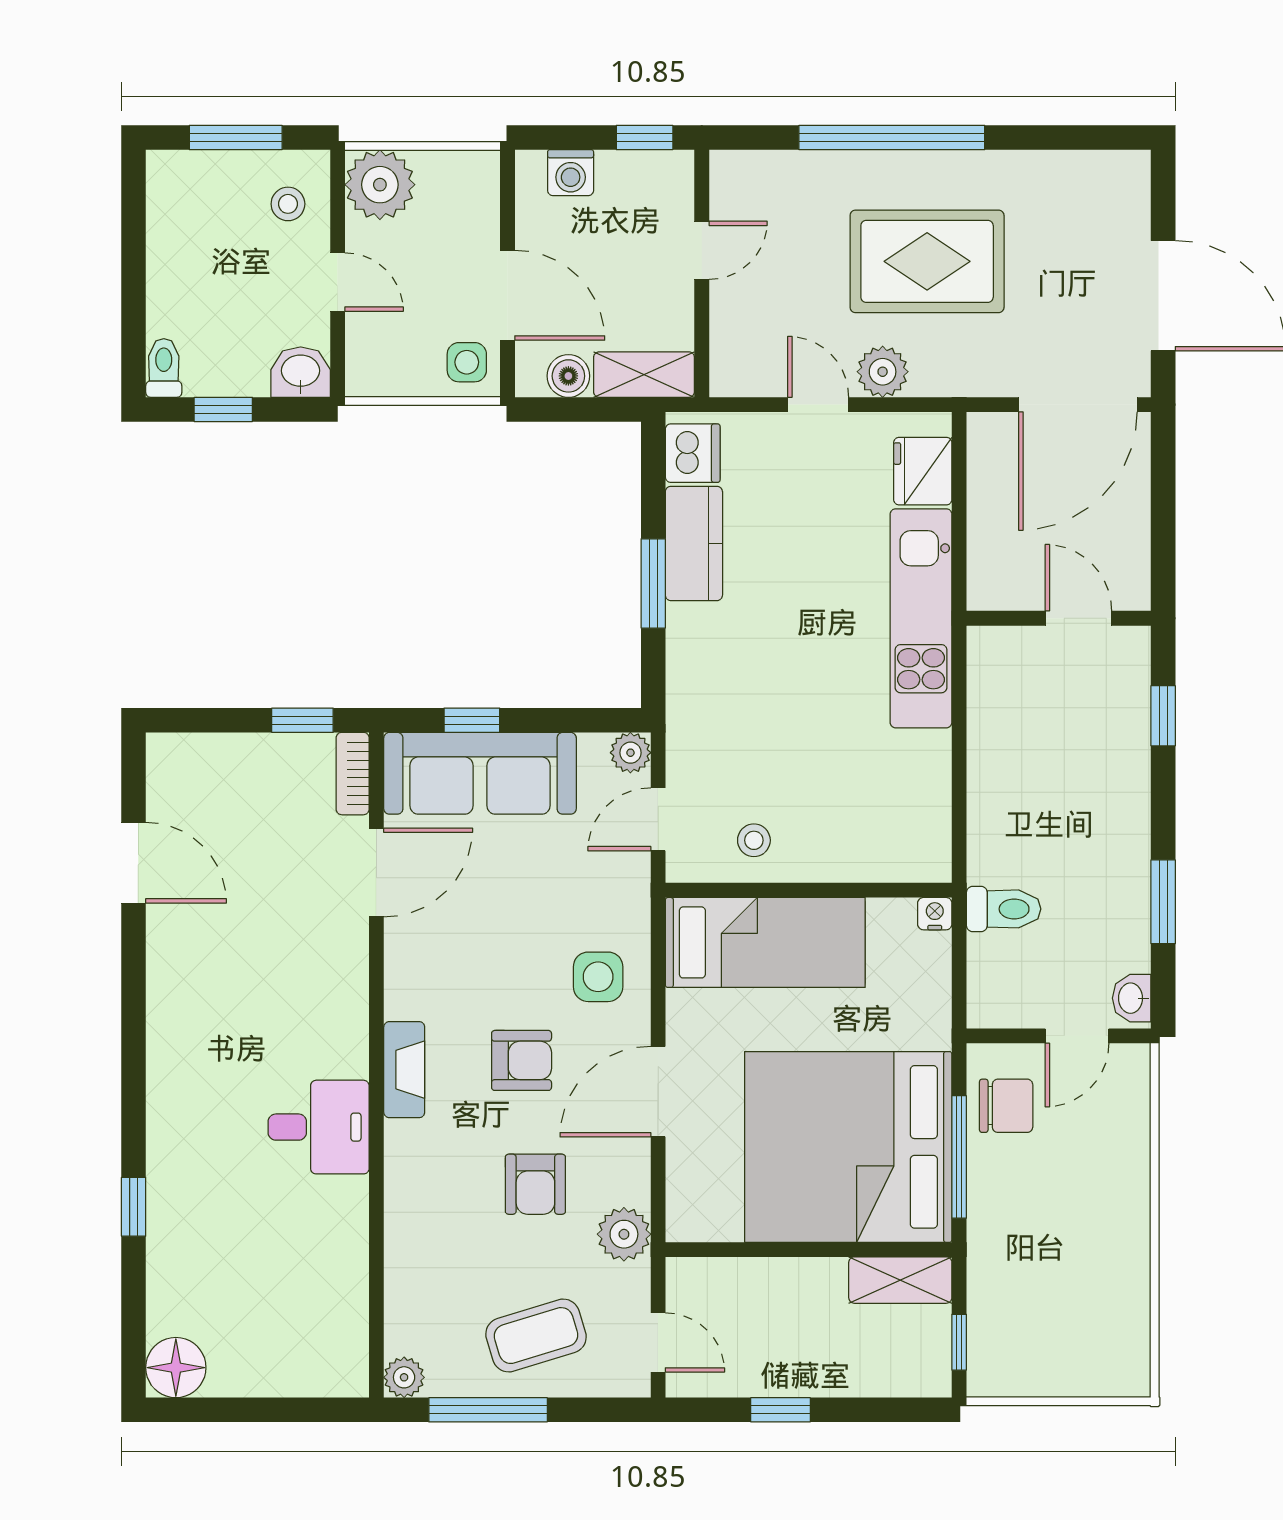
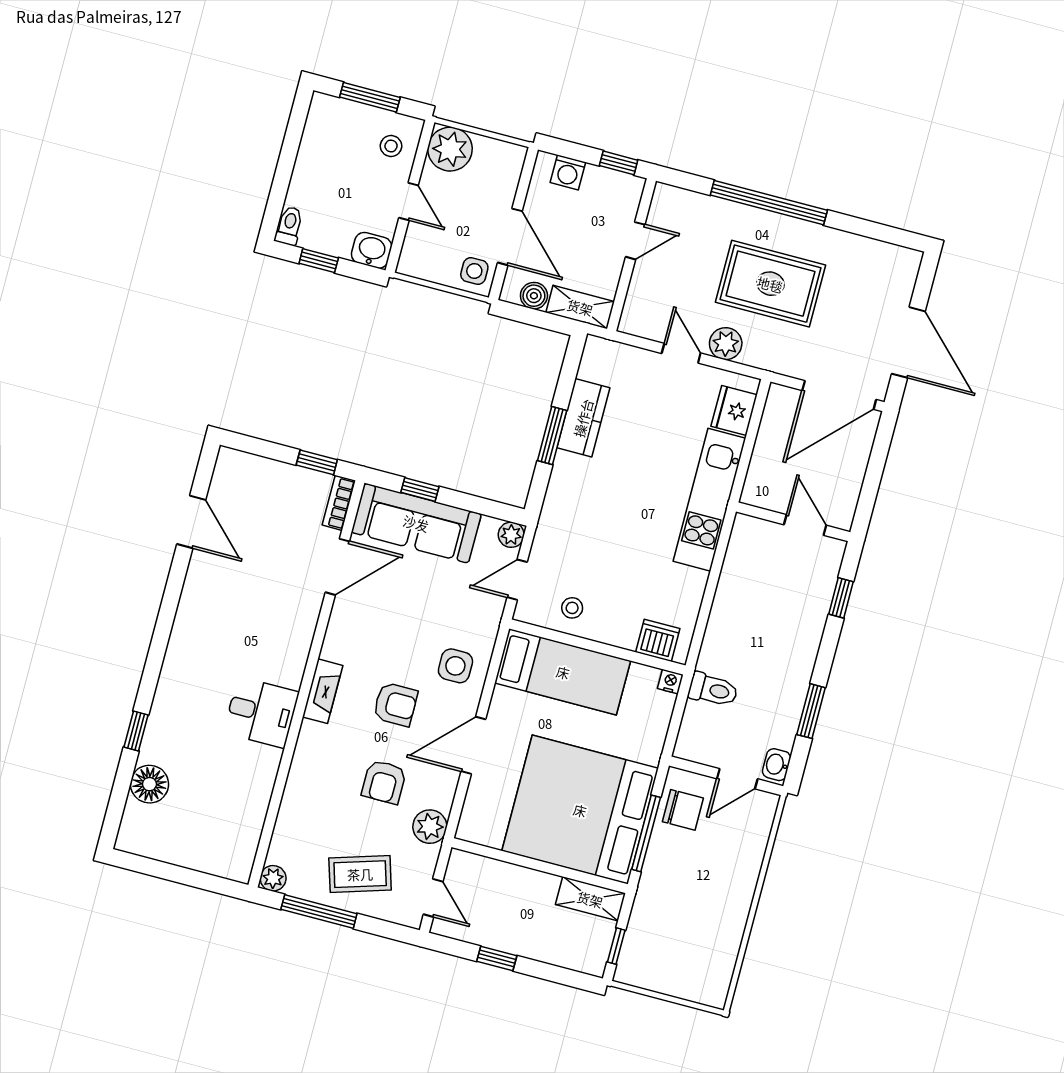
dishwasher: (693, 453) -> (658, 640), moved, turned -90
floor lamp: (176, 1368) -> (149, 784), moved

